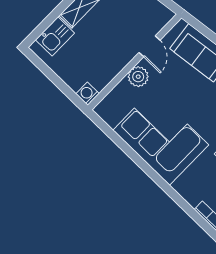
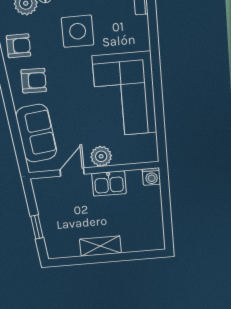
kitchen sink: (55, 36) -> (109, 183), moved, turned 180

